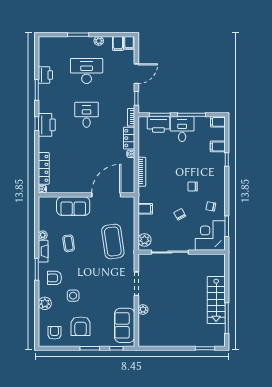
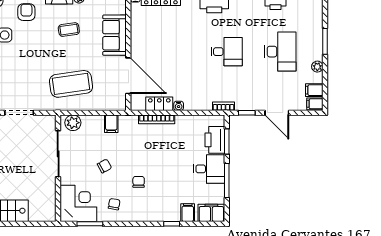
filing cabinet: (218, 122) -> (211, 213), width x2.00
locker: (129, 138) -> (159, 104), moved

